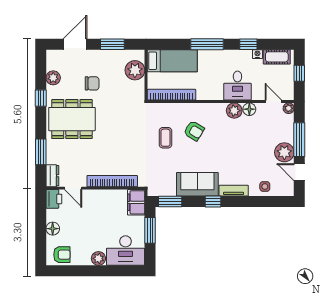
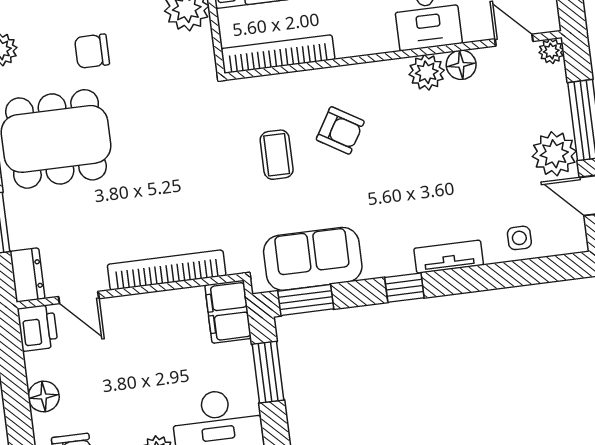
chair: (92, 83) -> (92, 51), turned 180
sofa: (197, 184) -> (313, 259), moved

